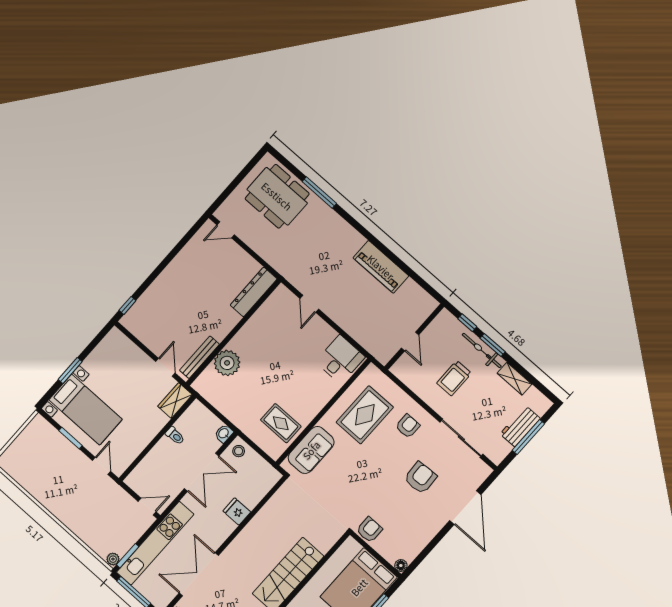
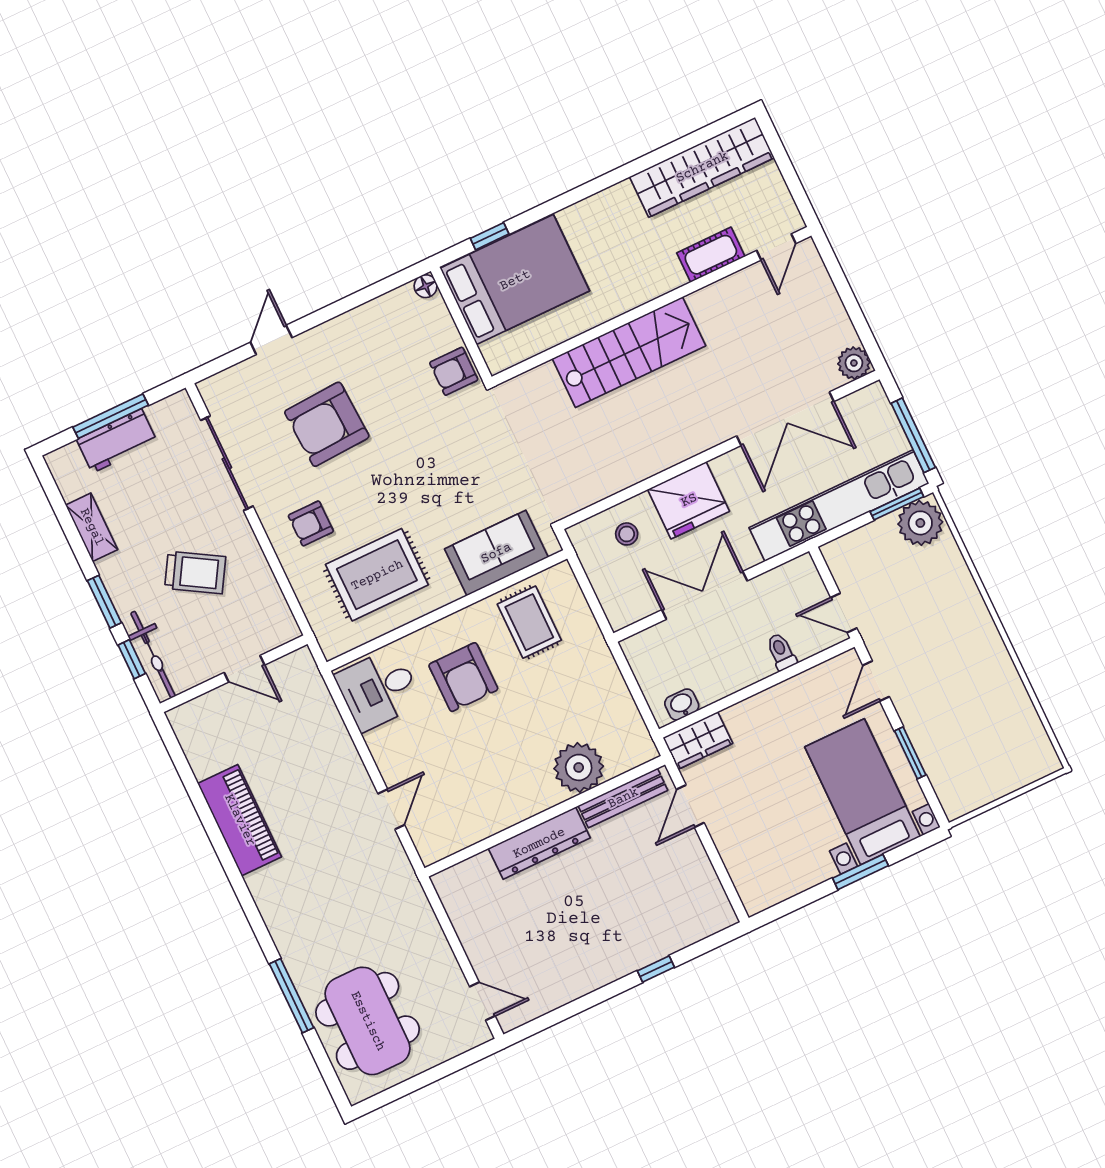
dresser: (254, 292) -> (539, 843), moved
window: (127, 305) -> (656, 969), moved
door: (410, 341) -> (244, 669), swing flipped
bicycle: (482, 350) -> (153, 655), moved
trolley: (454, 378) -> (195, 572), turned 31
armchair: (302, 383) -> (463, 677), added
washbasin: (224, 433) -> (682, 705), moved, turned 180
toilet: (175, 436) -> (781, 652), moved
stool: (239, 451) -> (627, 534), moved
armchair: (420, 478) -> (327, 424), width x1.36, depth x1.36
door: (147, 507) -> (844, 613), moved
door: (465, 508) -> (271, 340), width x0.53
fridge: (237, 511) -> (689, 500), width x1.88, depth x1.34
plant: (113, 559) -> (920, 523), width x1.88, depth x1.88

